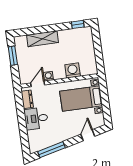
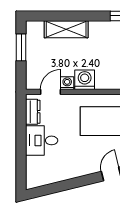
washing machine: (73, 70) -> (85, 80), moved
window: (51, 150) -> (57, 187), removed

